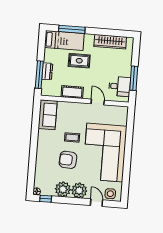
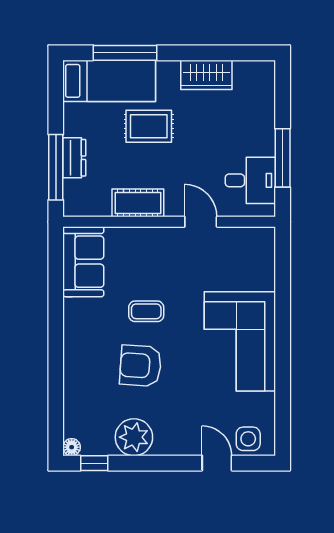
wardrobe: (110, 42) -> (206, 75), width x0.67
corner sofa: (105, 153) -> (240, 341), width x0.73, depth x0.74
plant: (79, 191) -> (173, 437), removed

